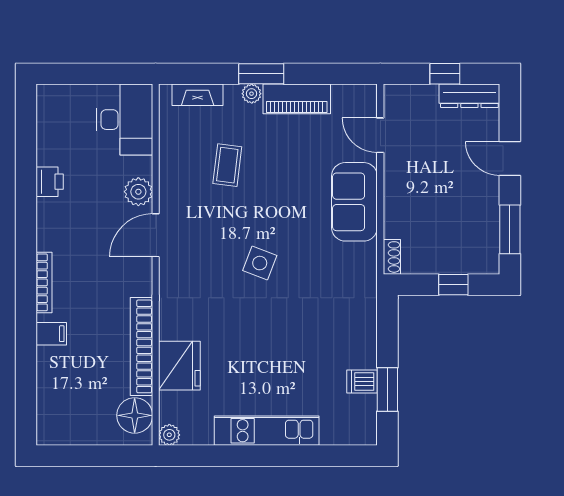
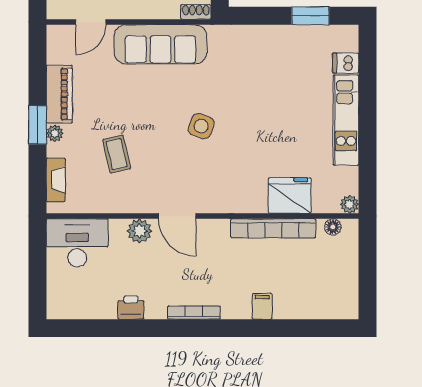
coffee table: (227, 165) -> (117, 154), turned 70
sofa: (354, 202) -> (160, 44), width x1.36
bookcase: (44, 282) -> (194, 313), moved
dishwasher: (362, 382) -> (346, 63), moved, turned 90
floor lamp: (135, 415) -> (333, 227), width x0.53, depth x0.53

